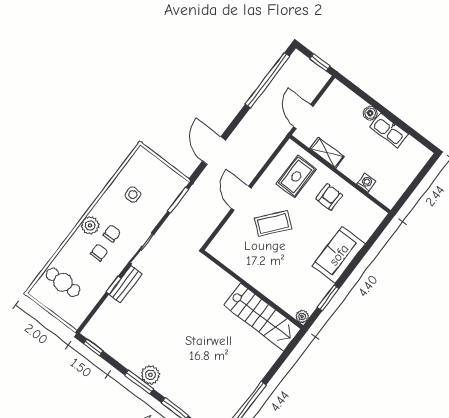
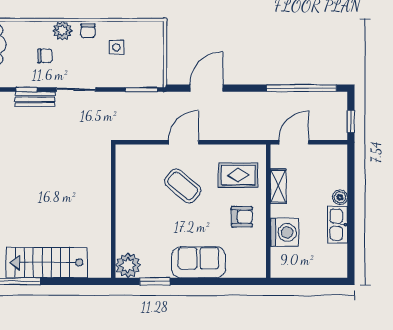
washing machine: (366, 183) -> (284, 232), width x1.89, depth x1.89
chair: (112, 233) -> (88, 31), moved, turned 90
stairs: (262, 317) -> (47, 263), moved, turned 90
plant: (302, 317) -> (128, 265), width x1.87, depth x1.87

